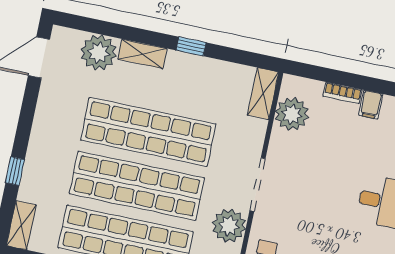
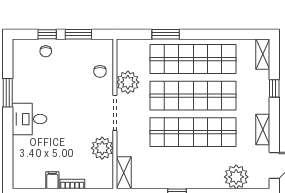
shelving: (142, 54) -> (263, 130), moved, turned 90
plant: (292, 114) -> (102, 148), moved

